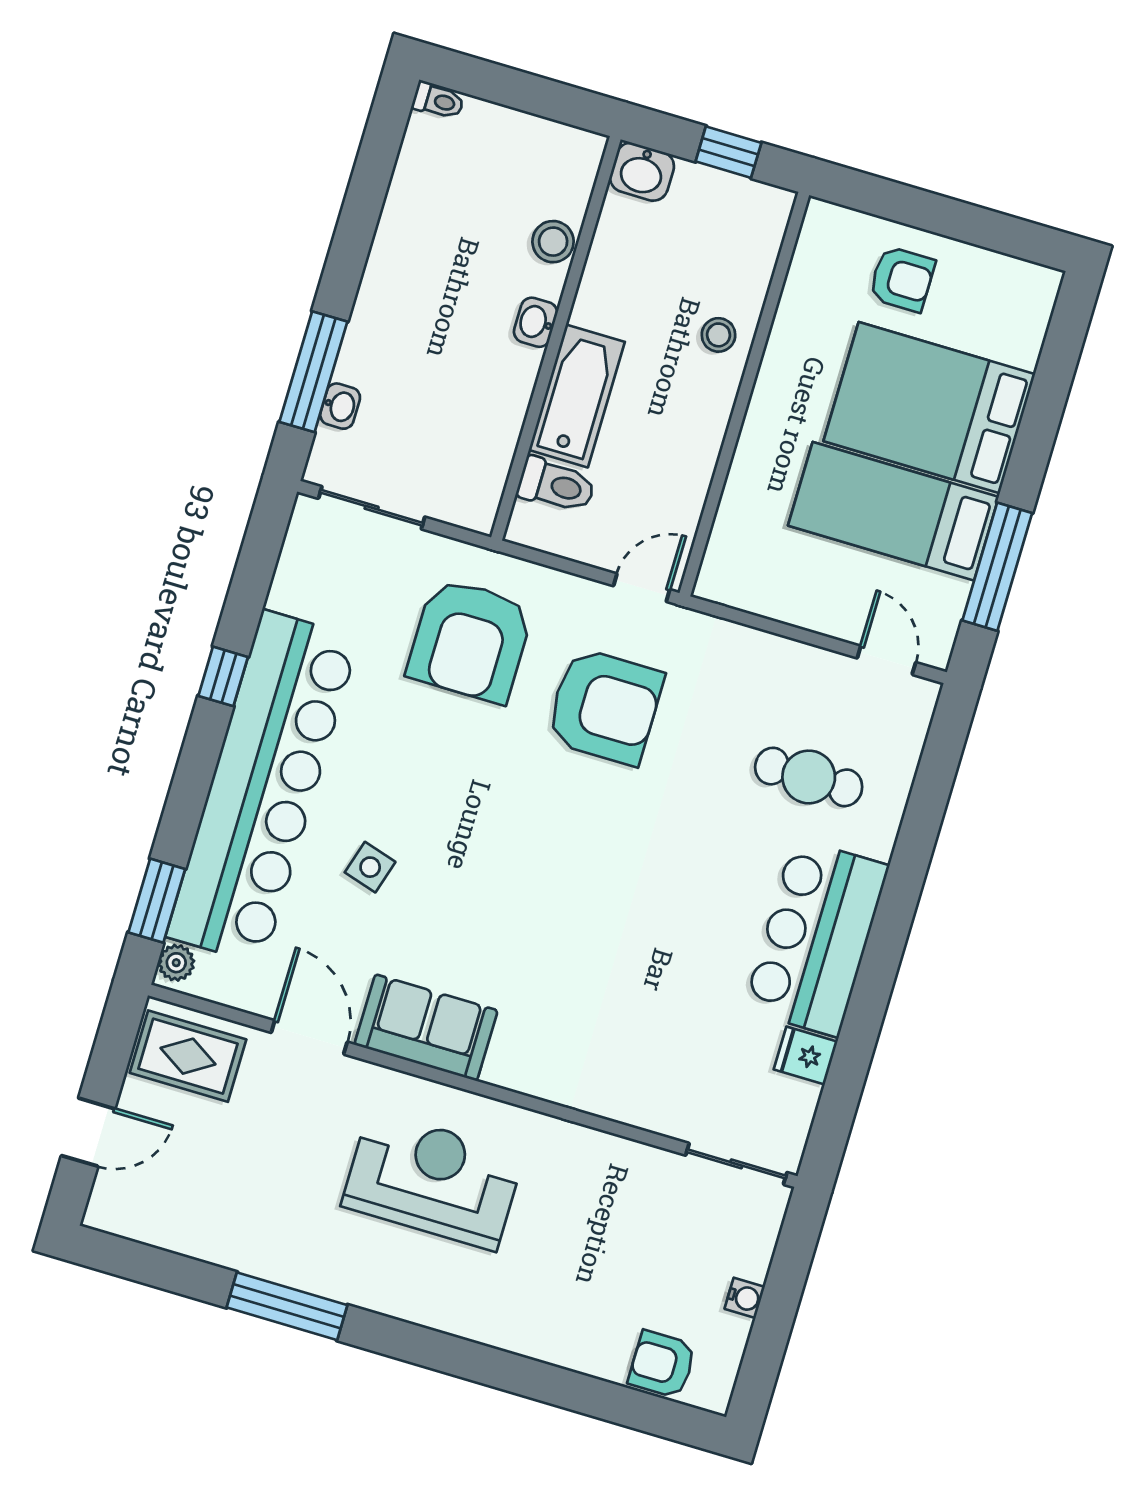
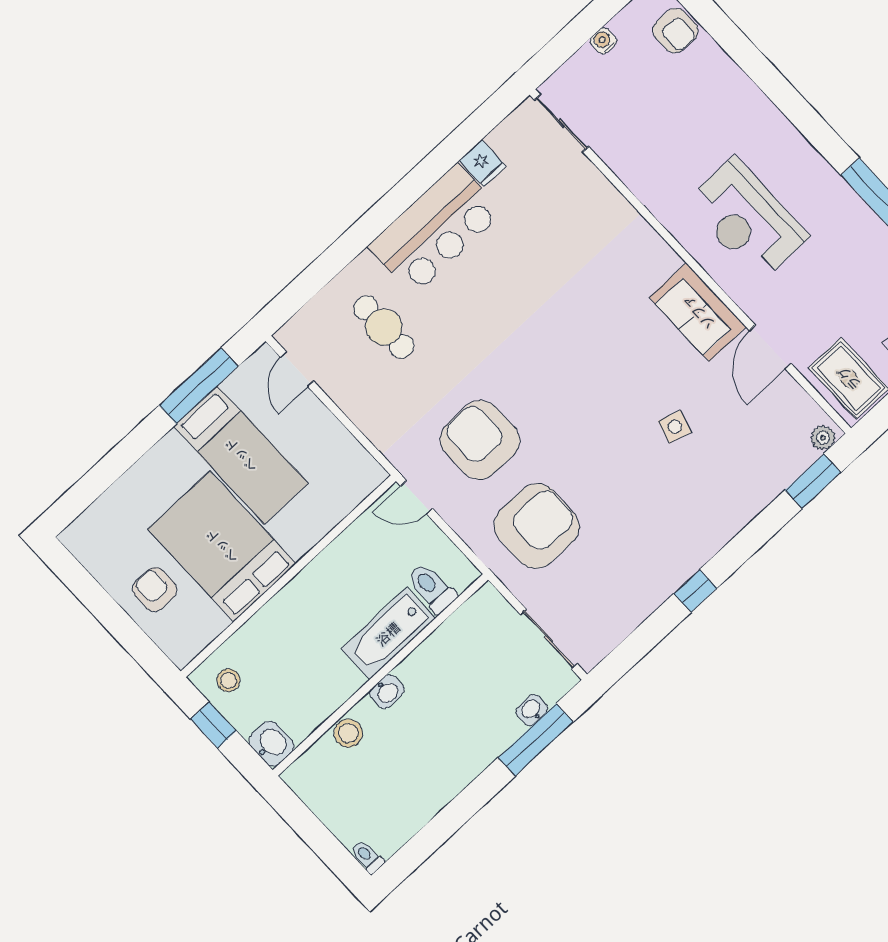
stool: (719, 335) -> (228, 680), moved
bed: (929, 408) -> (222, 546), moved, turned 180
bar counter: (263, 787) -> (711, 511), removed

